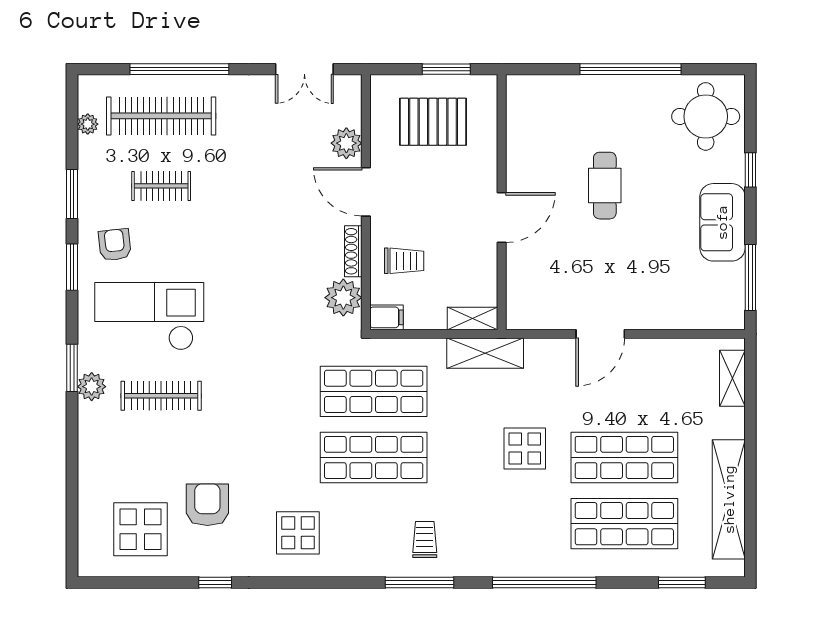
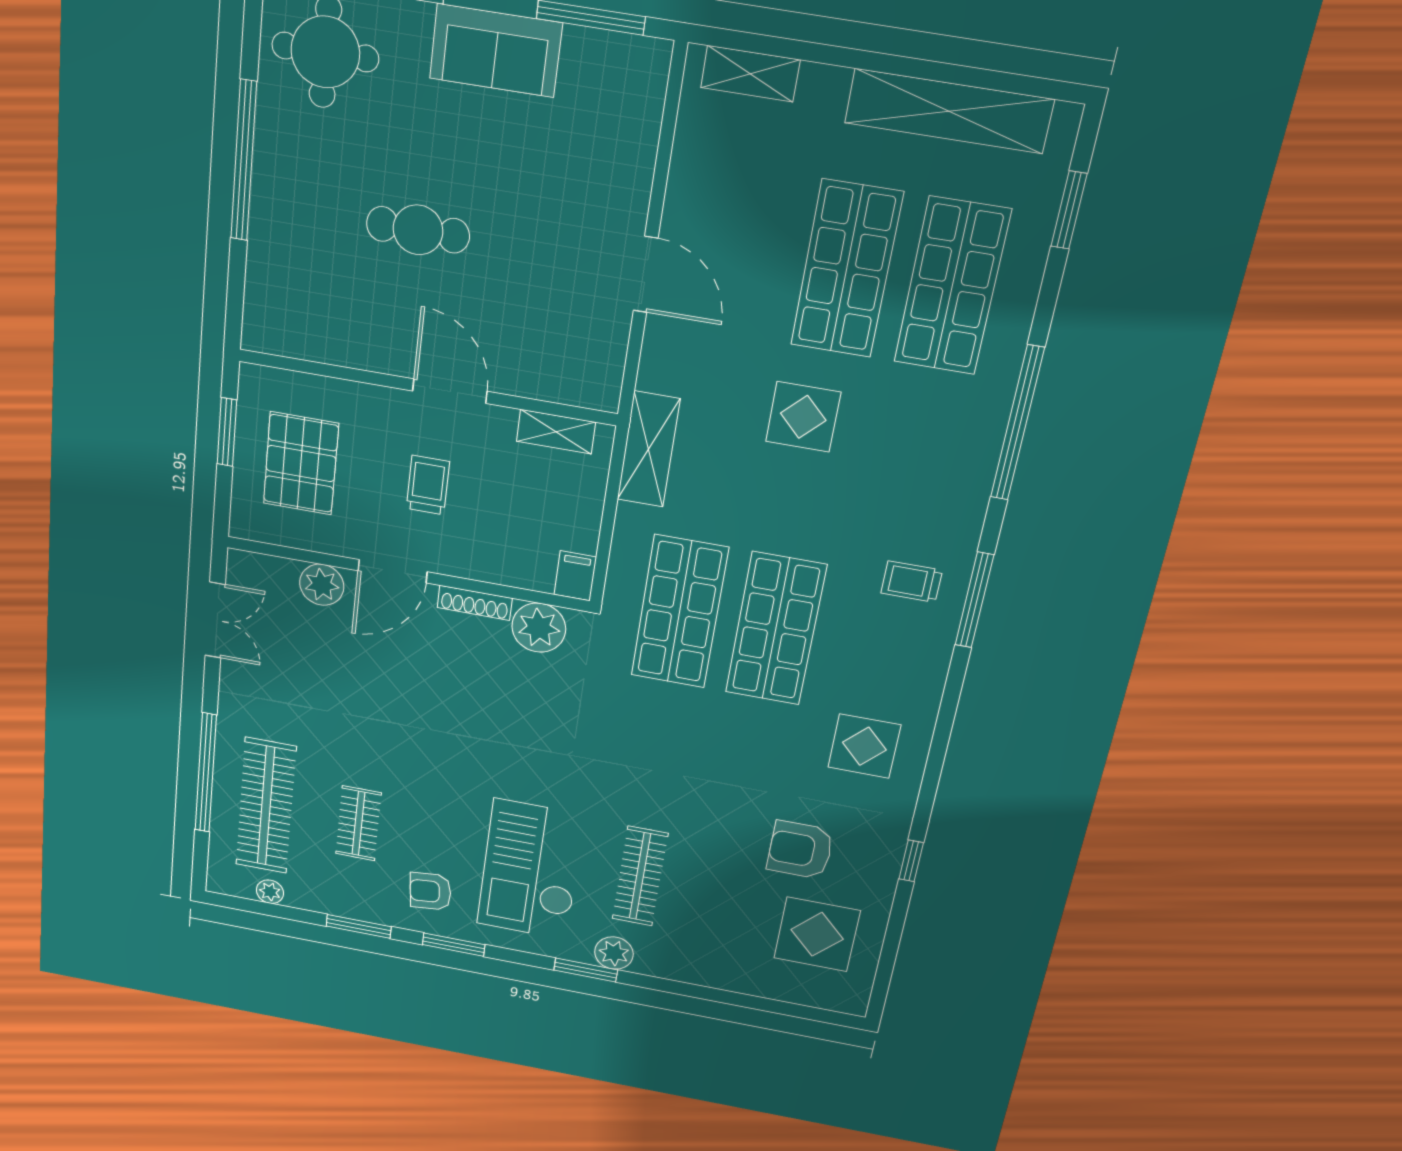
trolley: (404, 261) -> (428, 485), moved
shelving: (473, 318) -> (556, 432), moved, turned 90

